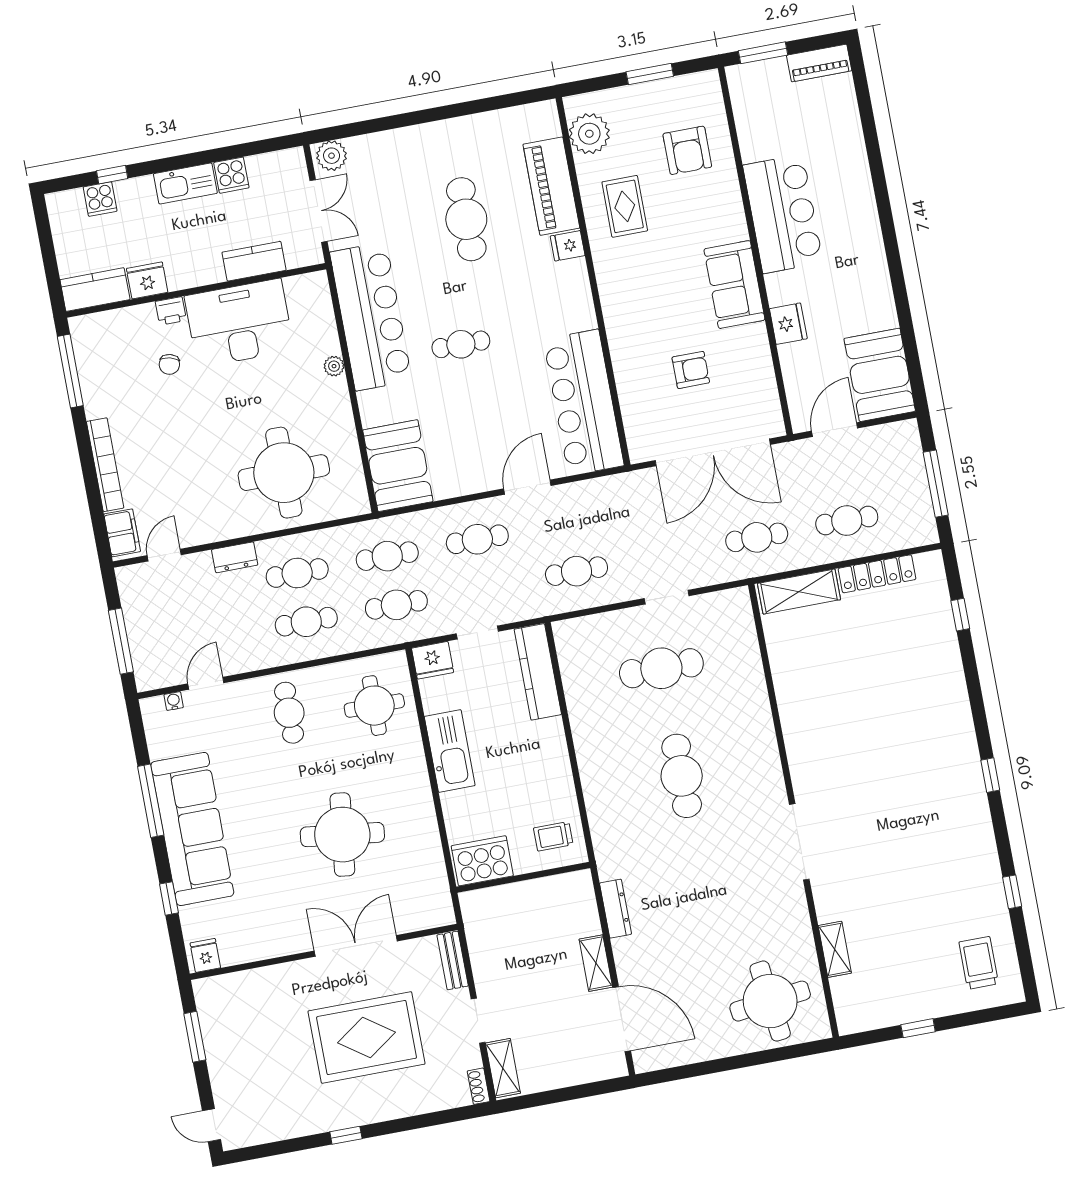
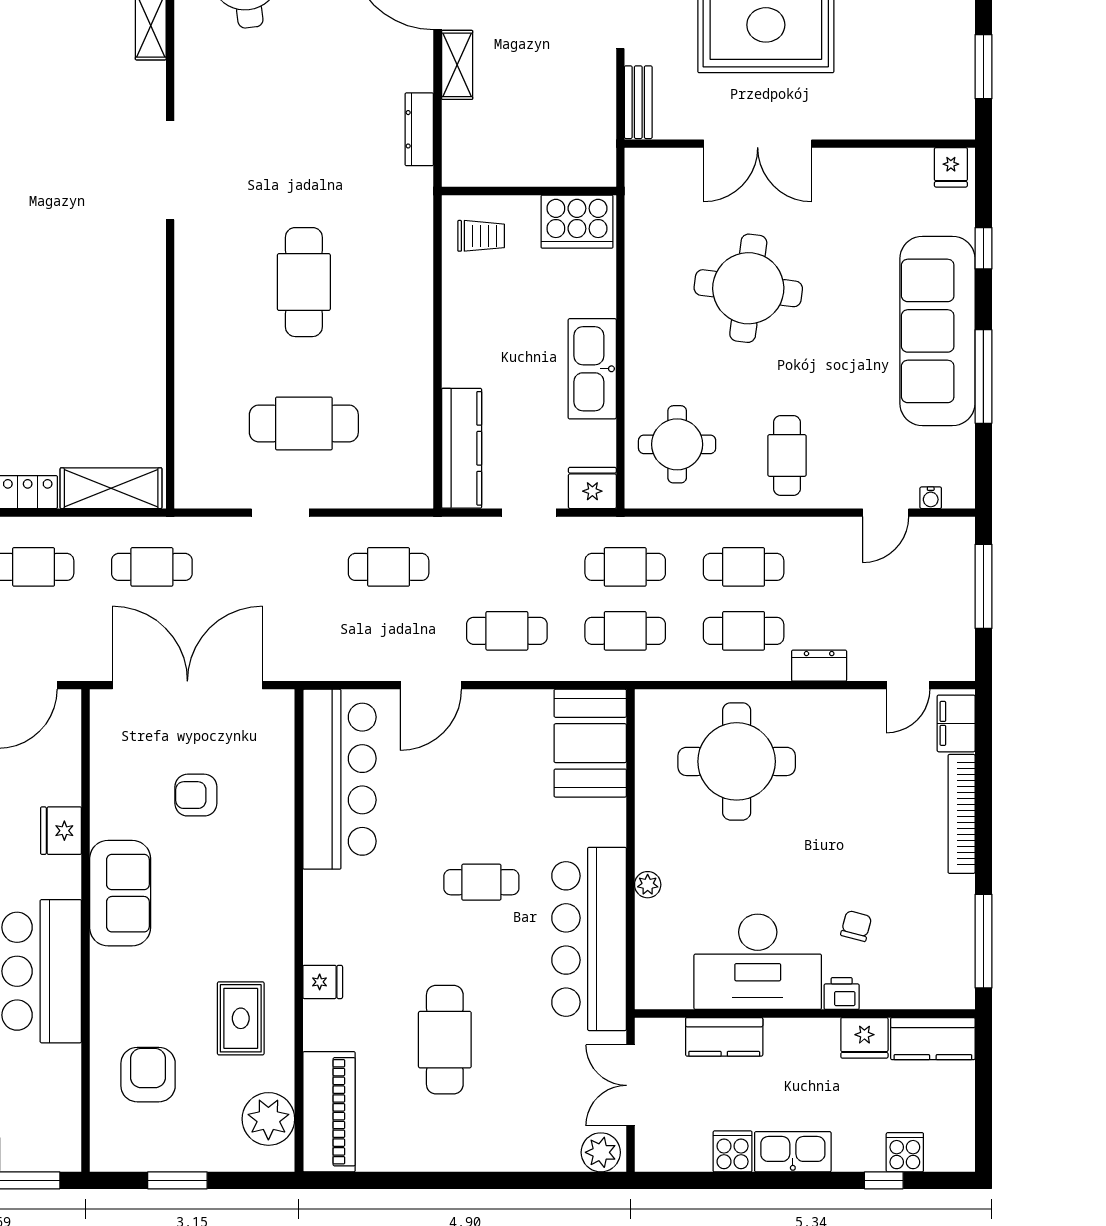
piano: (551, 186) -> (329, 1112), moved

